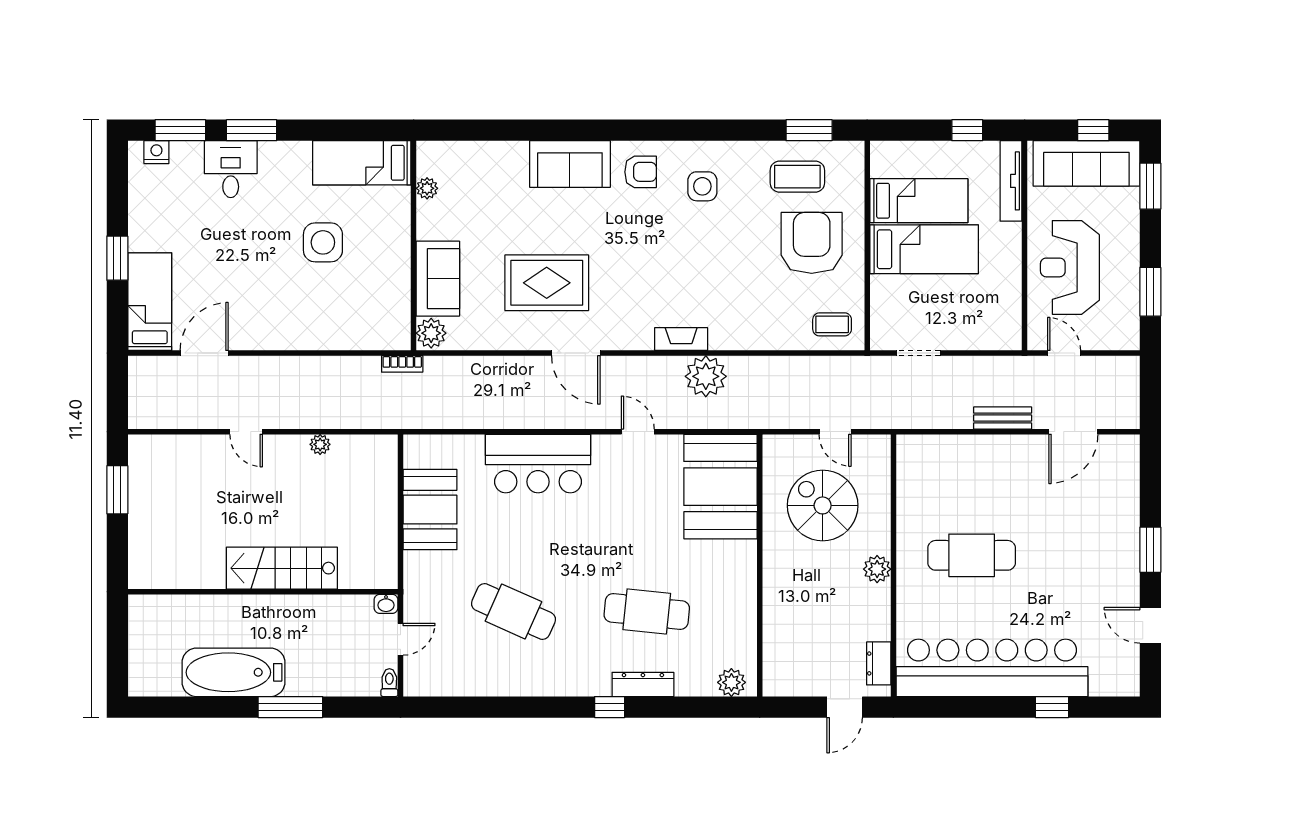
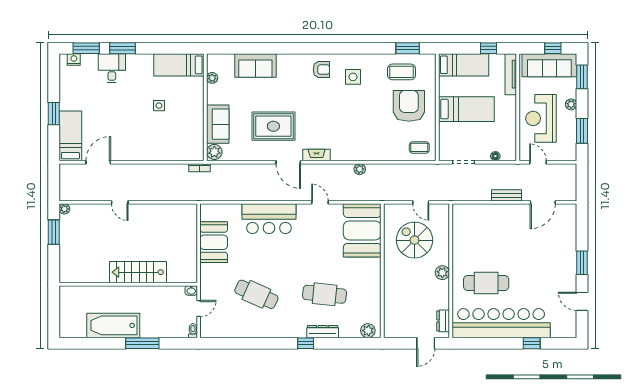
sofa: (570, 164) -> (255, 65), moved
bed: (919, 201) -> (464, 65), moved
plant: (1129, 240) -> (571, 104), added
side table: (323, 242) -> (159, 106), width x0.54, depth x0.54
fireplace: (681, 339) -> (317, 155), moved
floor lamp: (981, 341) -> (495, 156), added
plant: (706, 376) -> (360, 169), width x0.53, depth x0.53
plant: (320, 444) -> (64, 209), moved
cafe table: (972, 555) -> (486, 283), moved

